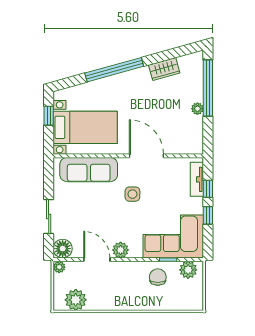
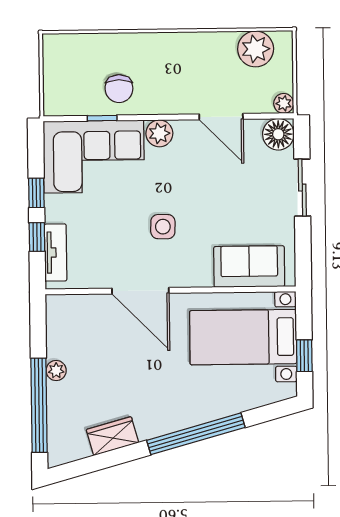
sofa: (89, 170) -> (249, 267), width x0.73
plant: (121, 250) -> (159, 133), moved
plant: (188, 270) -> (68, 101), removed

